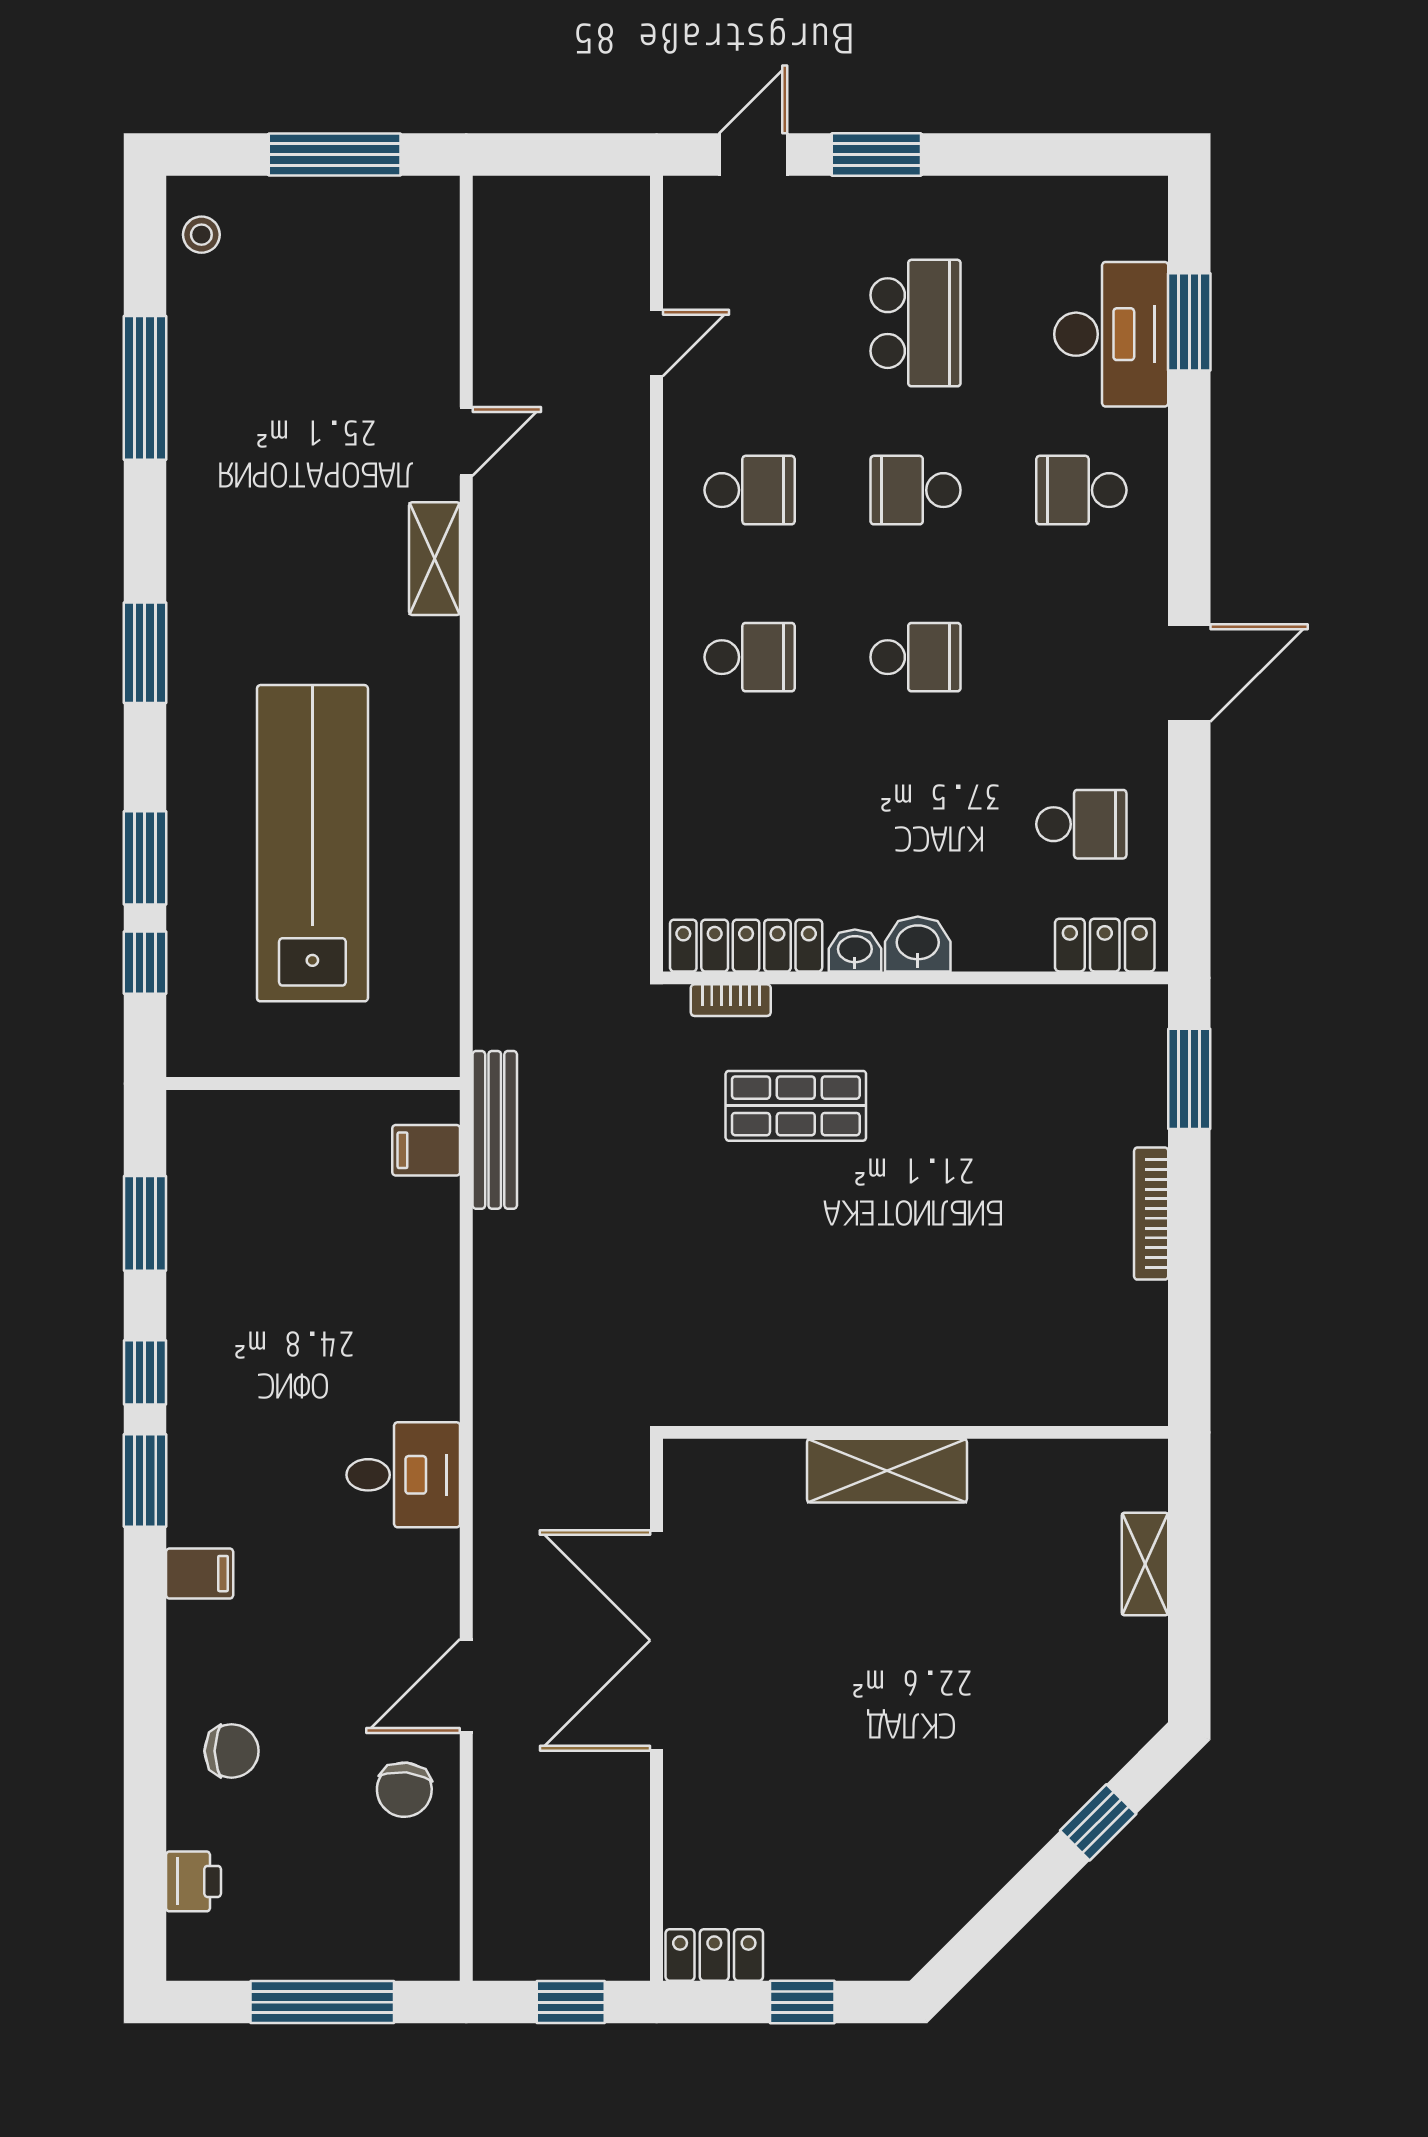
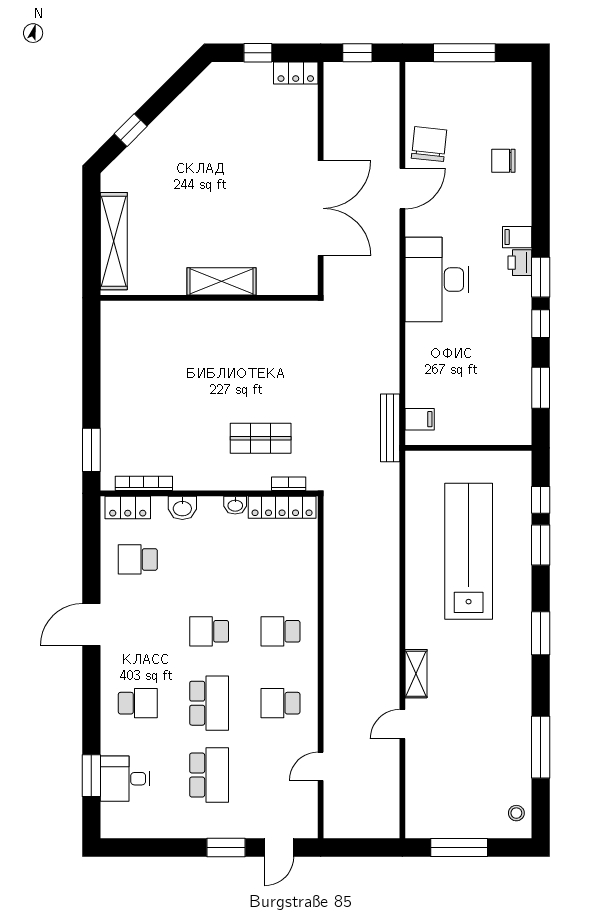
school desk: (916, 323) -> (209, 775), turned 180
desk: (1111, 334) -> (125, 779), width x0.73
school desk: (916, 490) -> (209, 703), width x1.85
lab bench: (312, 843) -> (469, 551), turned 180
washbasin: (918, 944) -> (182, 508), moved
bookcase: (1151, 1214) -> (144, 483), moved, turned -90
desk: (403, 1475) -> (437, 280), width x1.87, depth x1.30
shelving: (1145, 1564) -> (114, 241), width x2.20, depth x1.33
chair: (404, 1790) -> (429, 144), width x1.37, depth x1.37
printer: (193, 1881) -> (520, 263), moved

